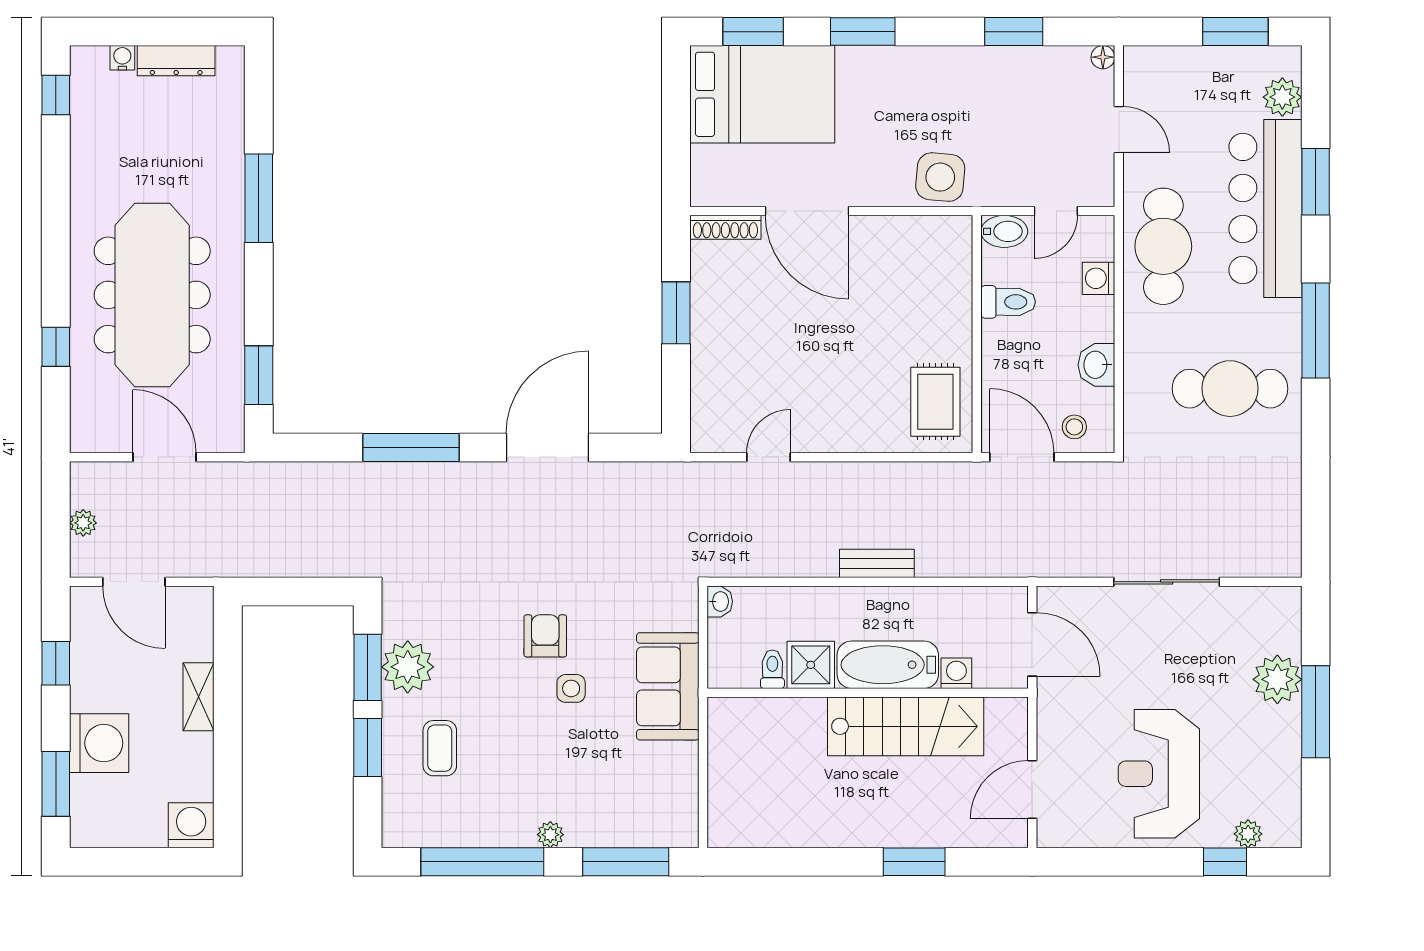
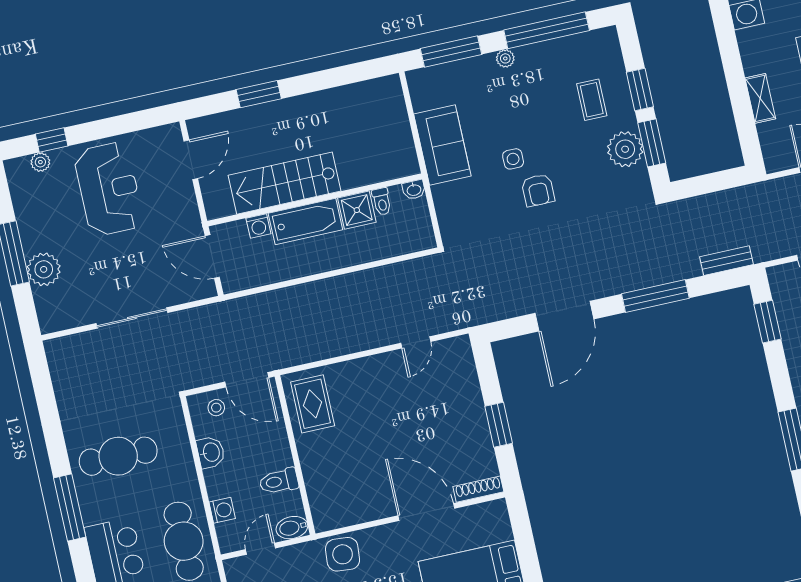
bench: (877, 563) -> (727, 261), moved
washbasin: (720, 602) -> (414, 190), moved, turned -90
sofa: (668, 686) -> (442, 145), moved

